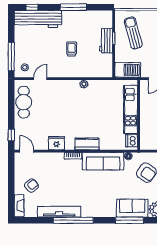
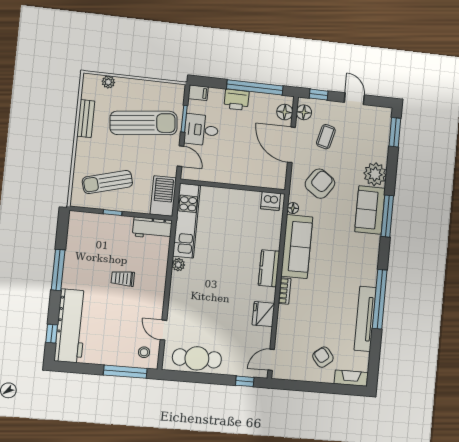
workbench: (106, 41) -> (152, 228), moved
kitchen unit: (131, 109) -> (187, 221), moved, turned -90

